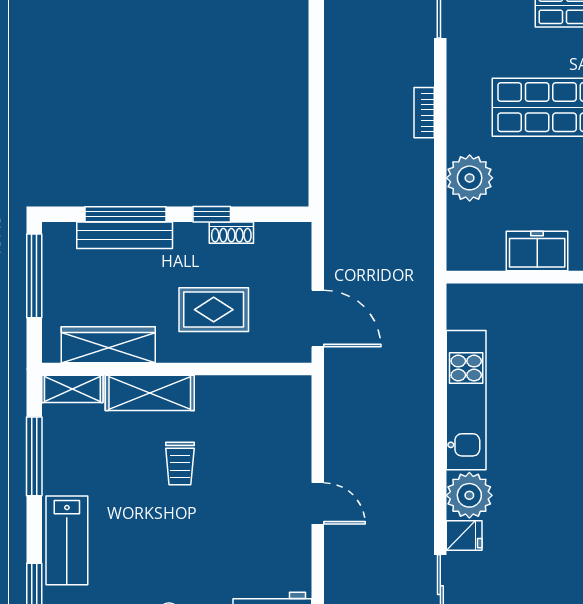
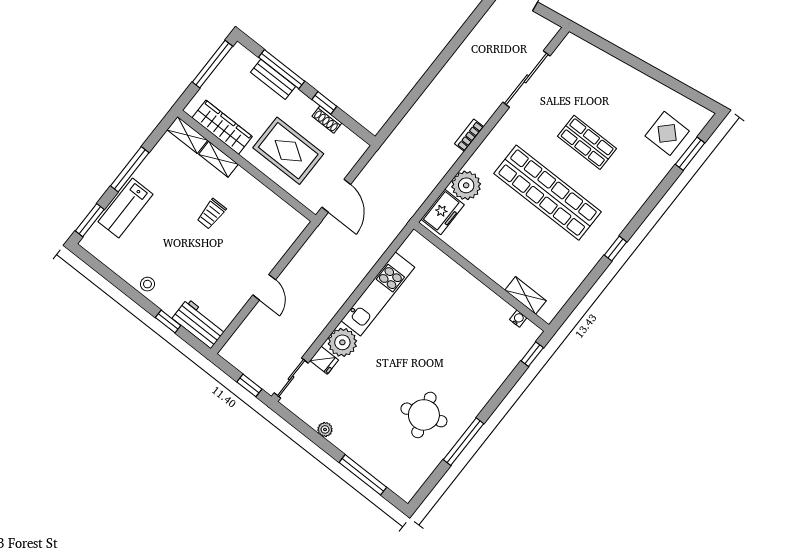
bench: (125, 235) -> (273, 79), width x0.73
freezer: (537, 251) -> (443, 212), moved, turned 90
rug: (214, 310) -> (288, 151), width x1.36, depth x1.43
shelving: (150, 393) -> (218, 159), width x0.67, depth x0.75
window: (34, 456) -> (130, 169), moved

